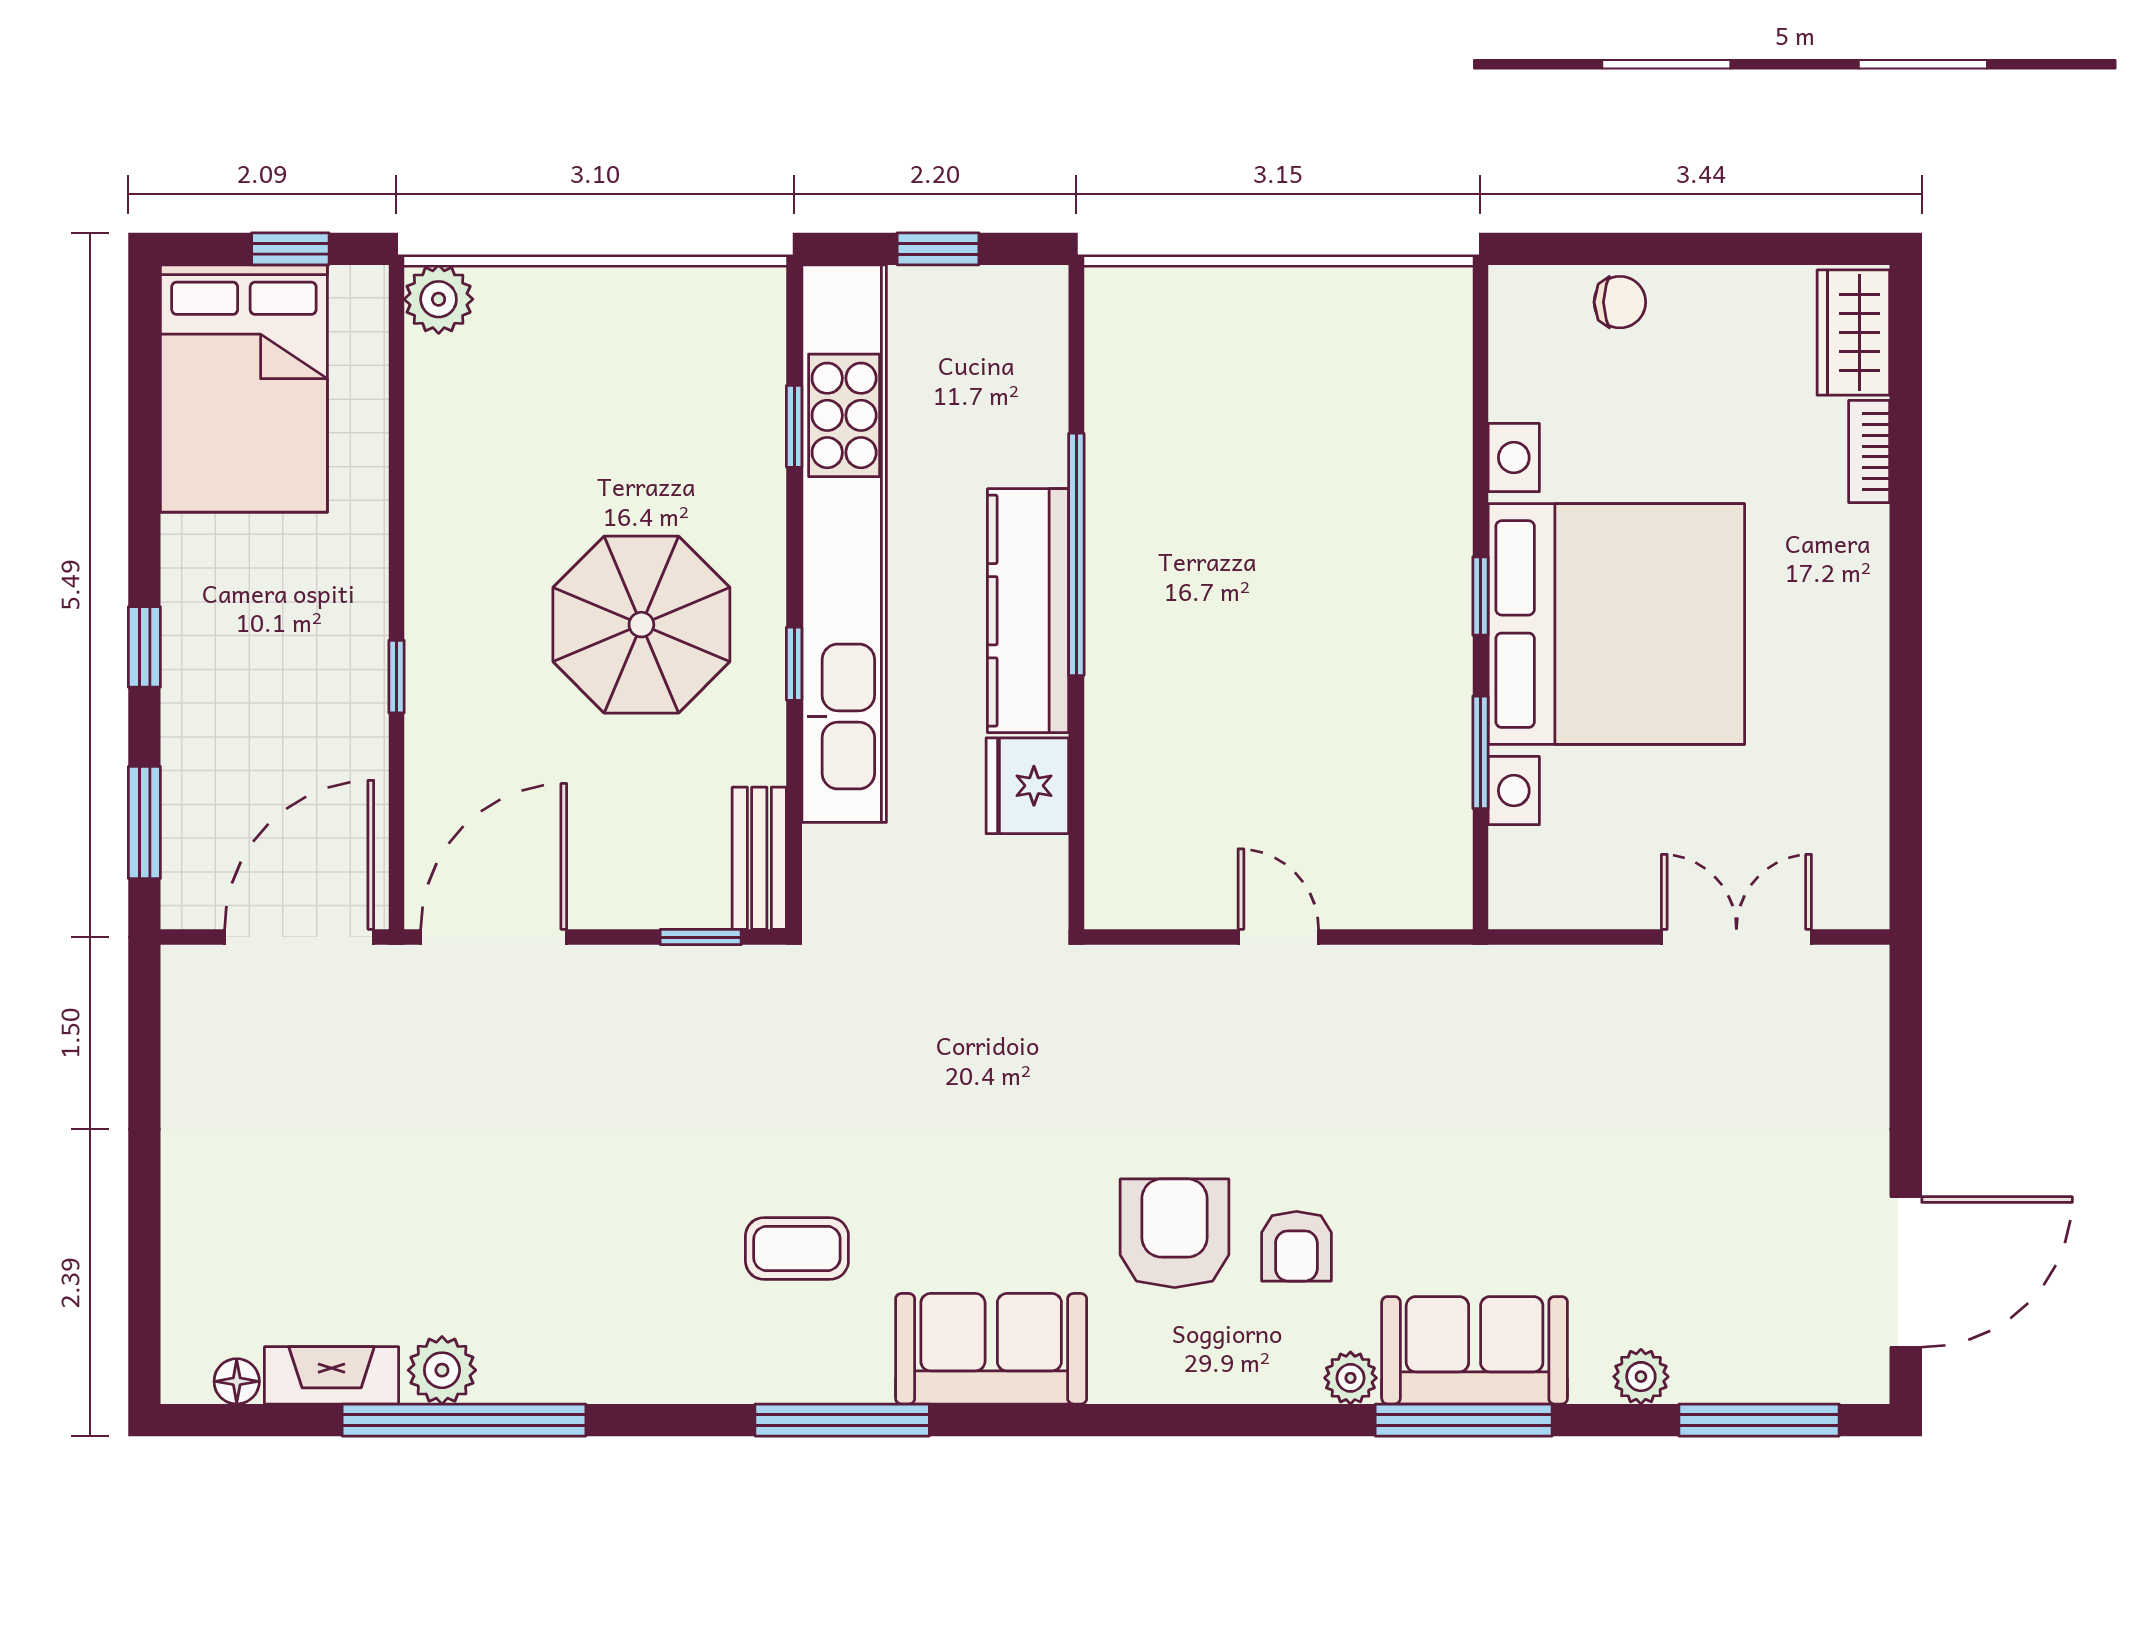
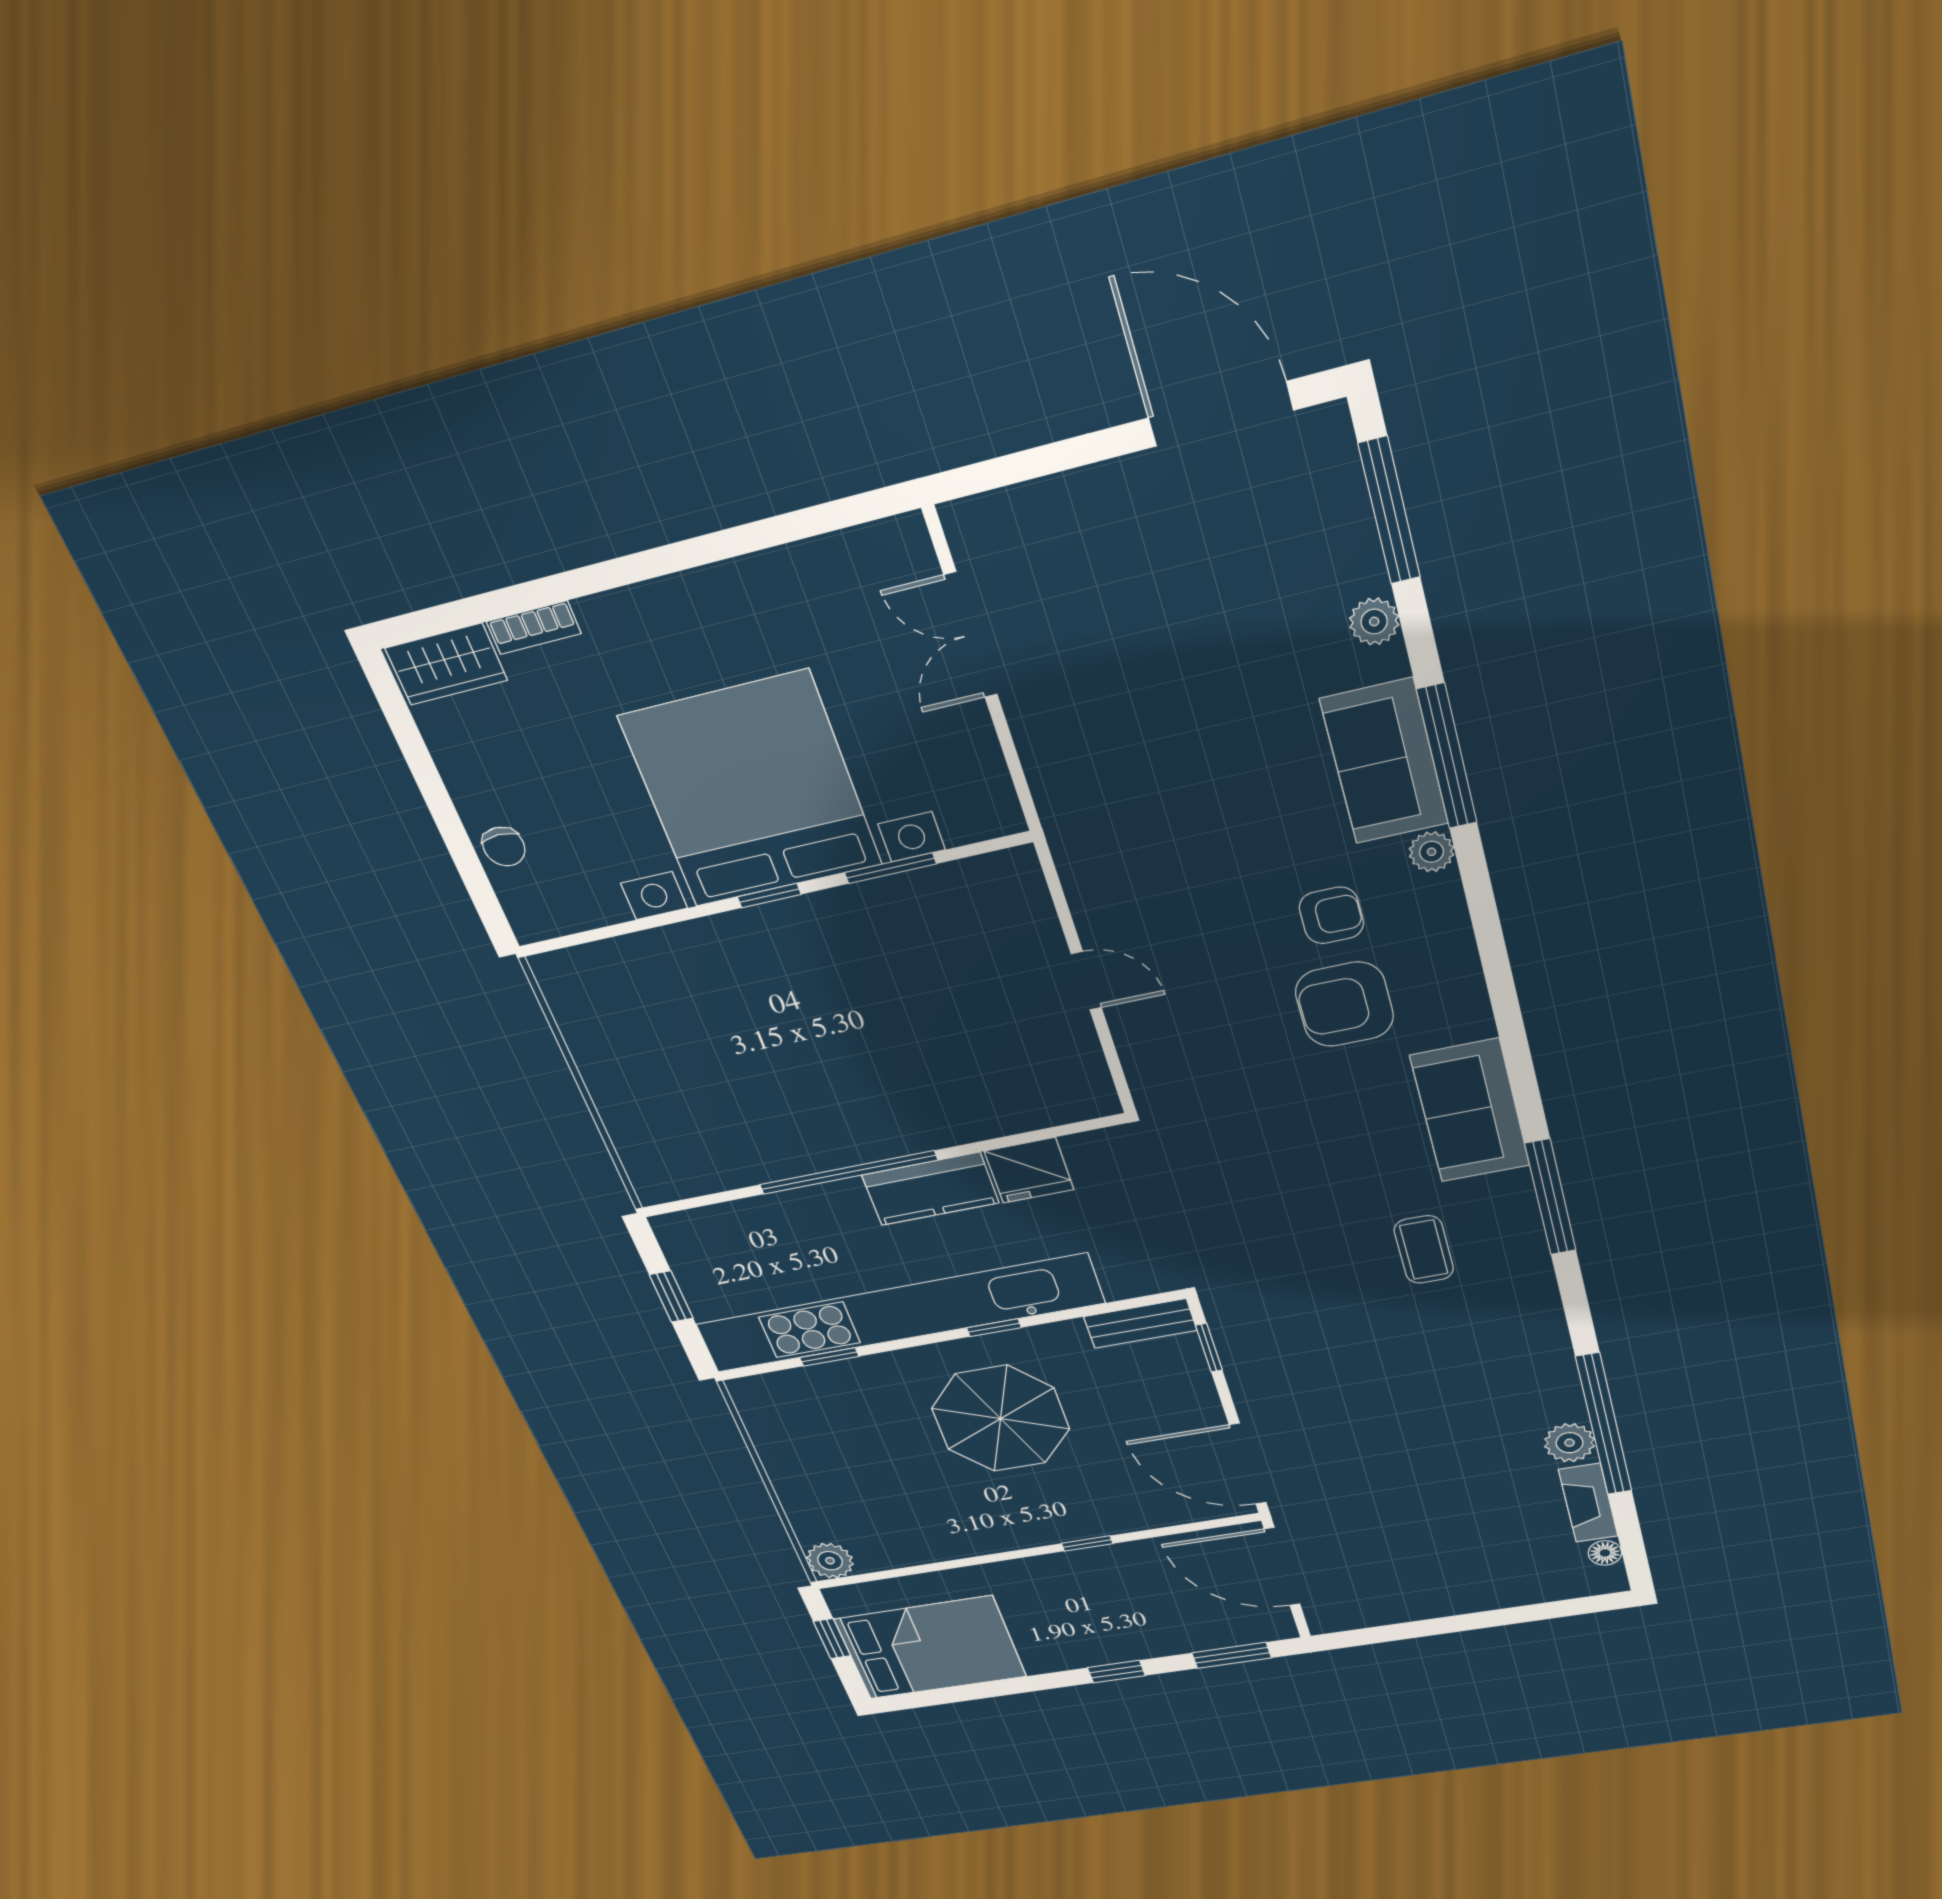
chair: (1620, 302) -> (504, 847), turned 180
kitchen counter: (1028, 611) -> (930, 1189), width x0.67
door: (1278, 937) -> (1086, 981), swing flipped

